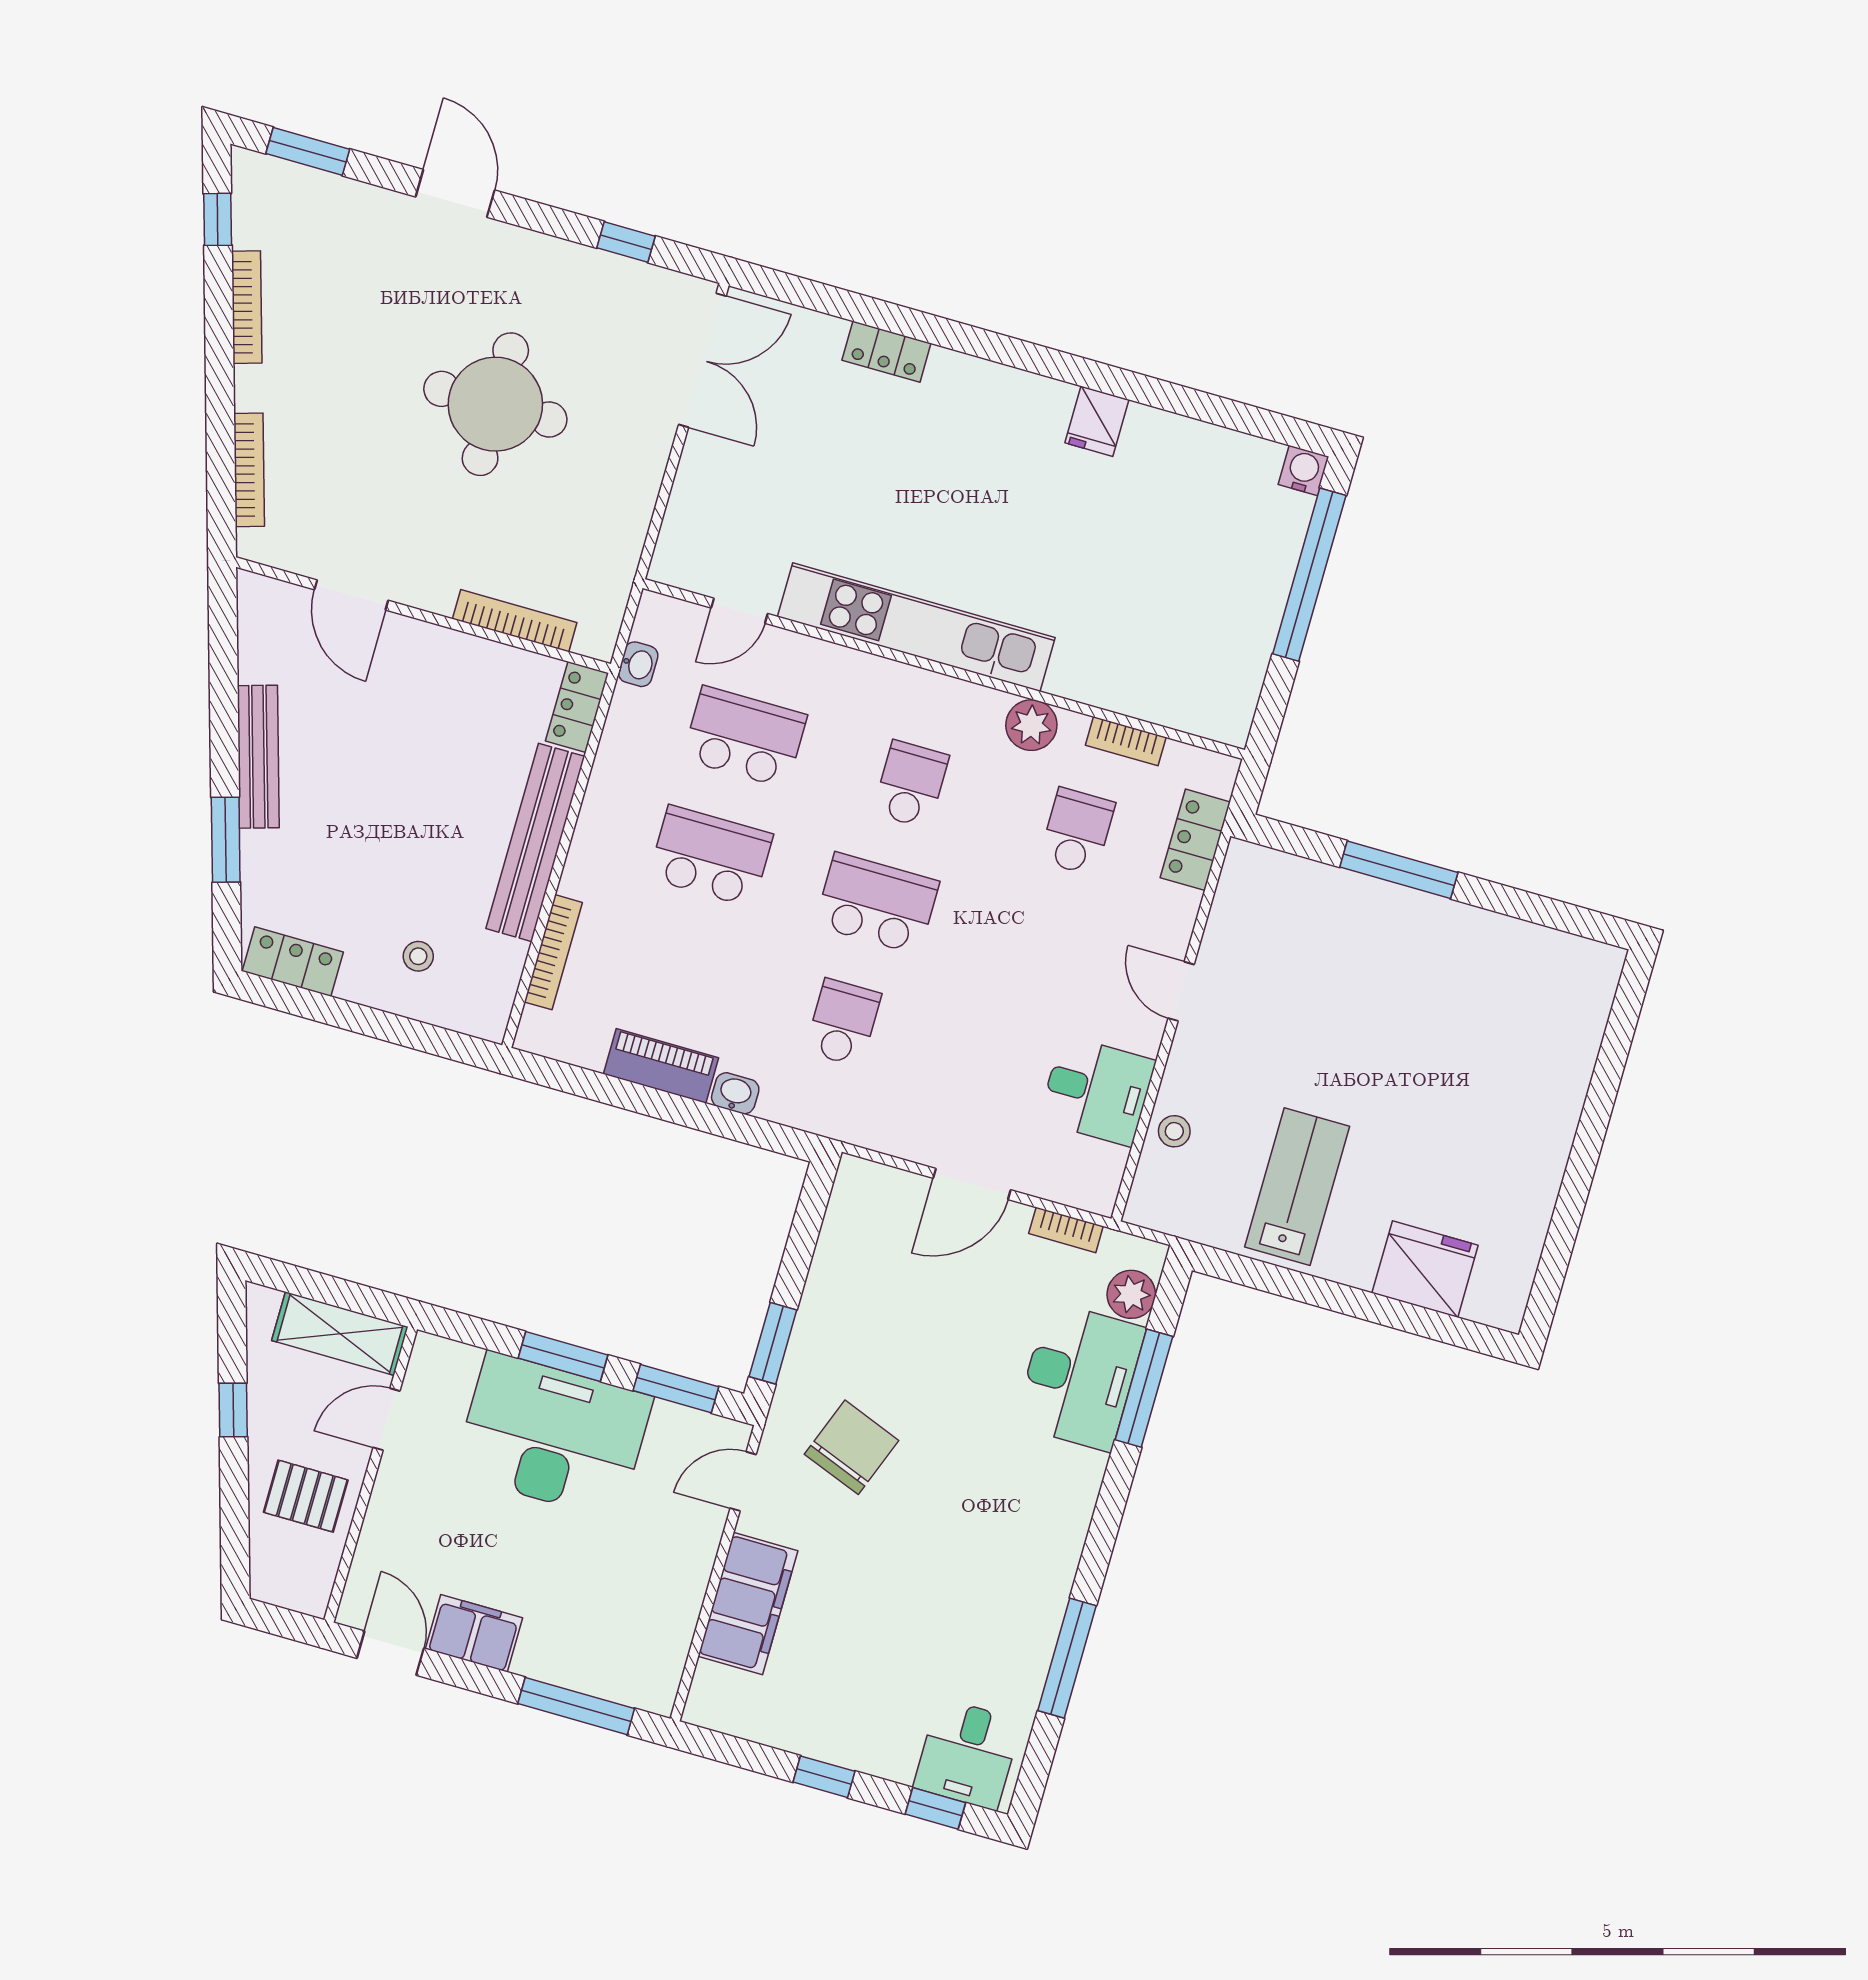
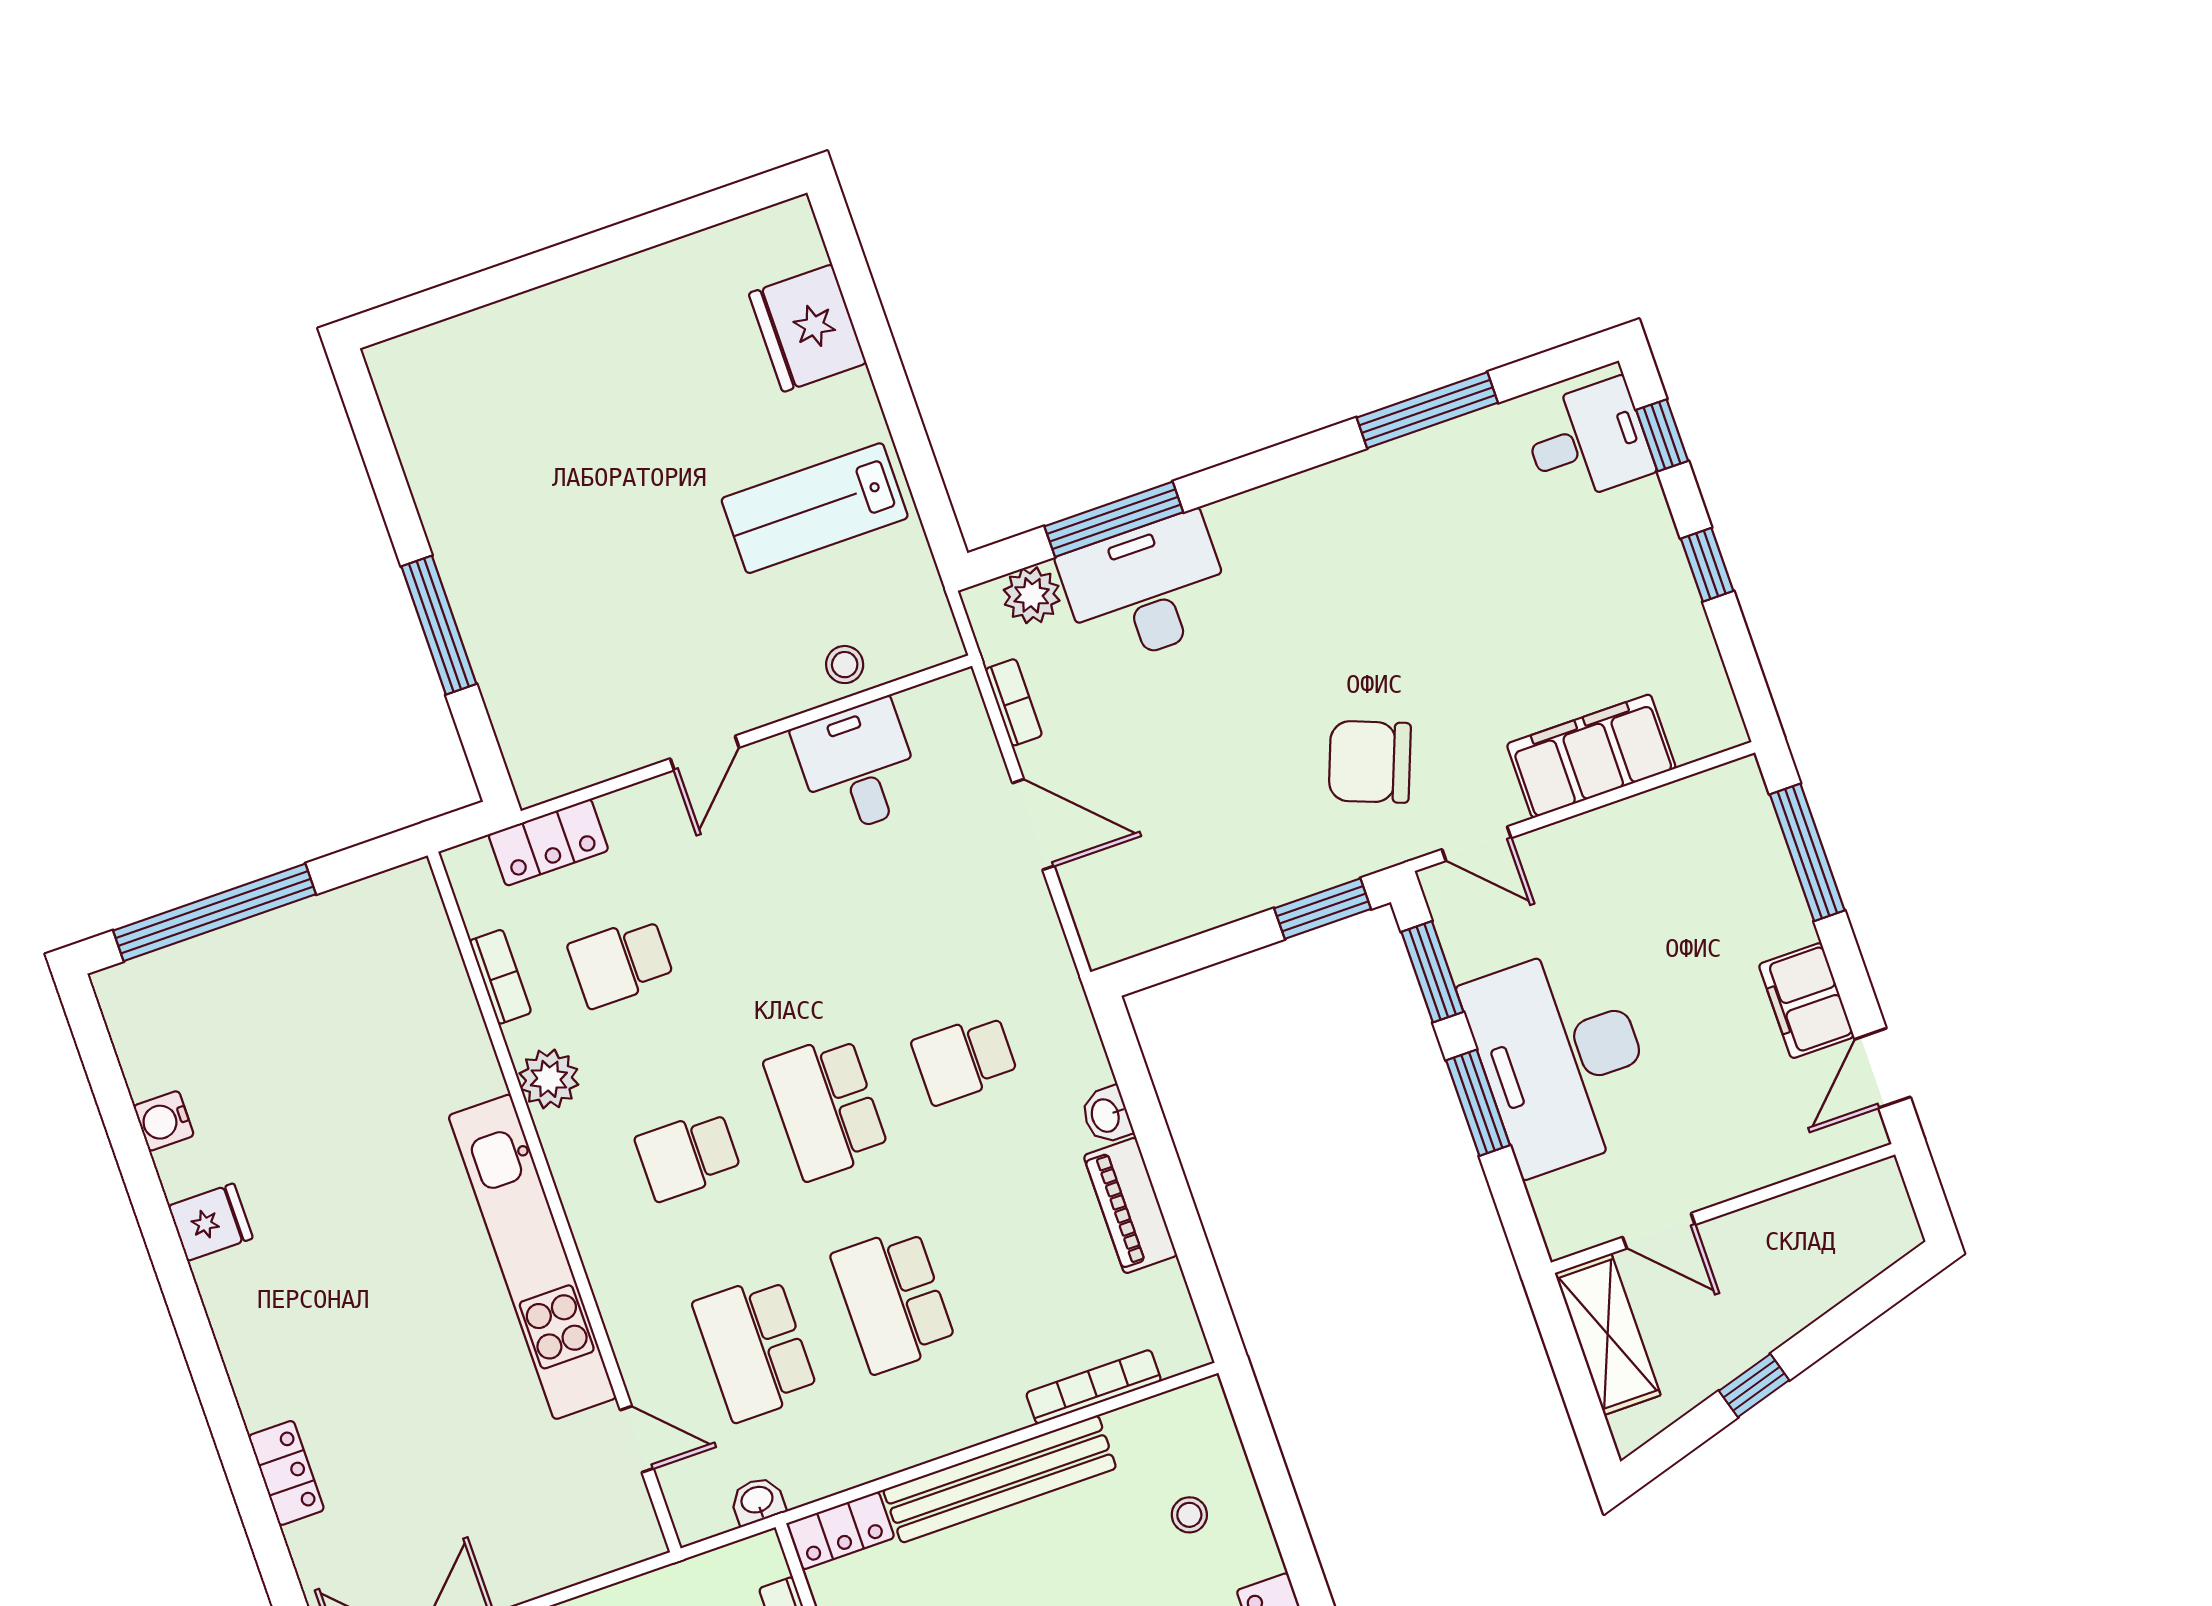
water cooler: (1303, 471) -> (164, 1121), moved
pallet: (306, 1496) -> (1788, 1257), removed

